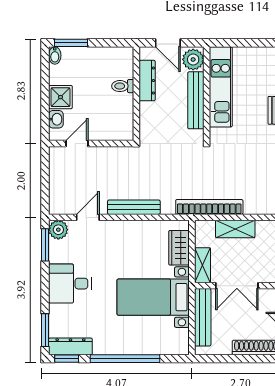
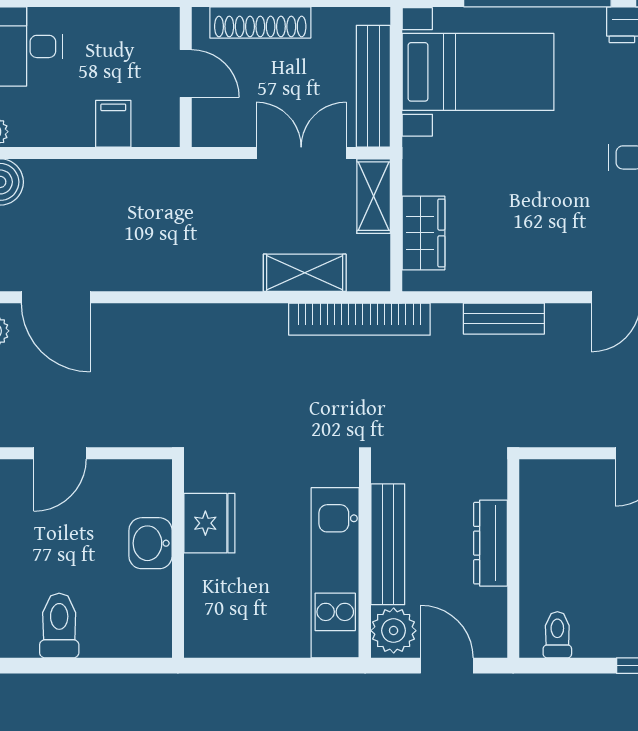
dresser: (147, 81) -> (490, 543), moved
toilet: (123, 86) -> (557, 635), moved, turned -90
bench: (134, 207) -> (504, 319), width x0.73
bed with nightstands: (153, 297) -> (478, 72), moved

